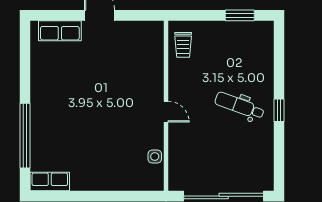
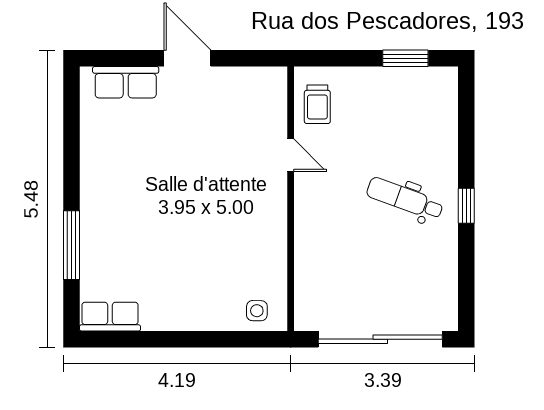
door: (166, 112) -> (291, 155), moved
window: (25, 136) -> (71, 245), width x0.68
side table: (155, 157) -> (257, 311), moved

